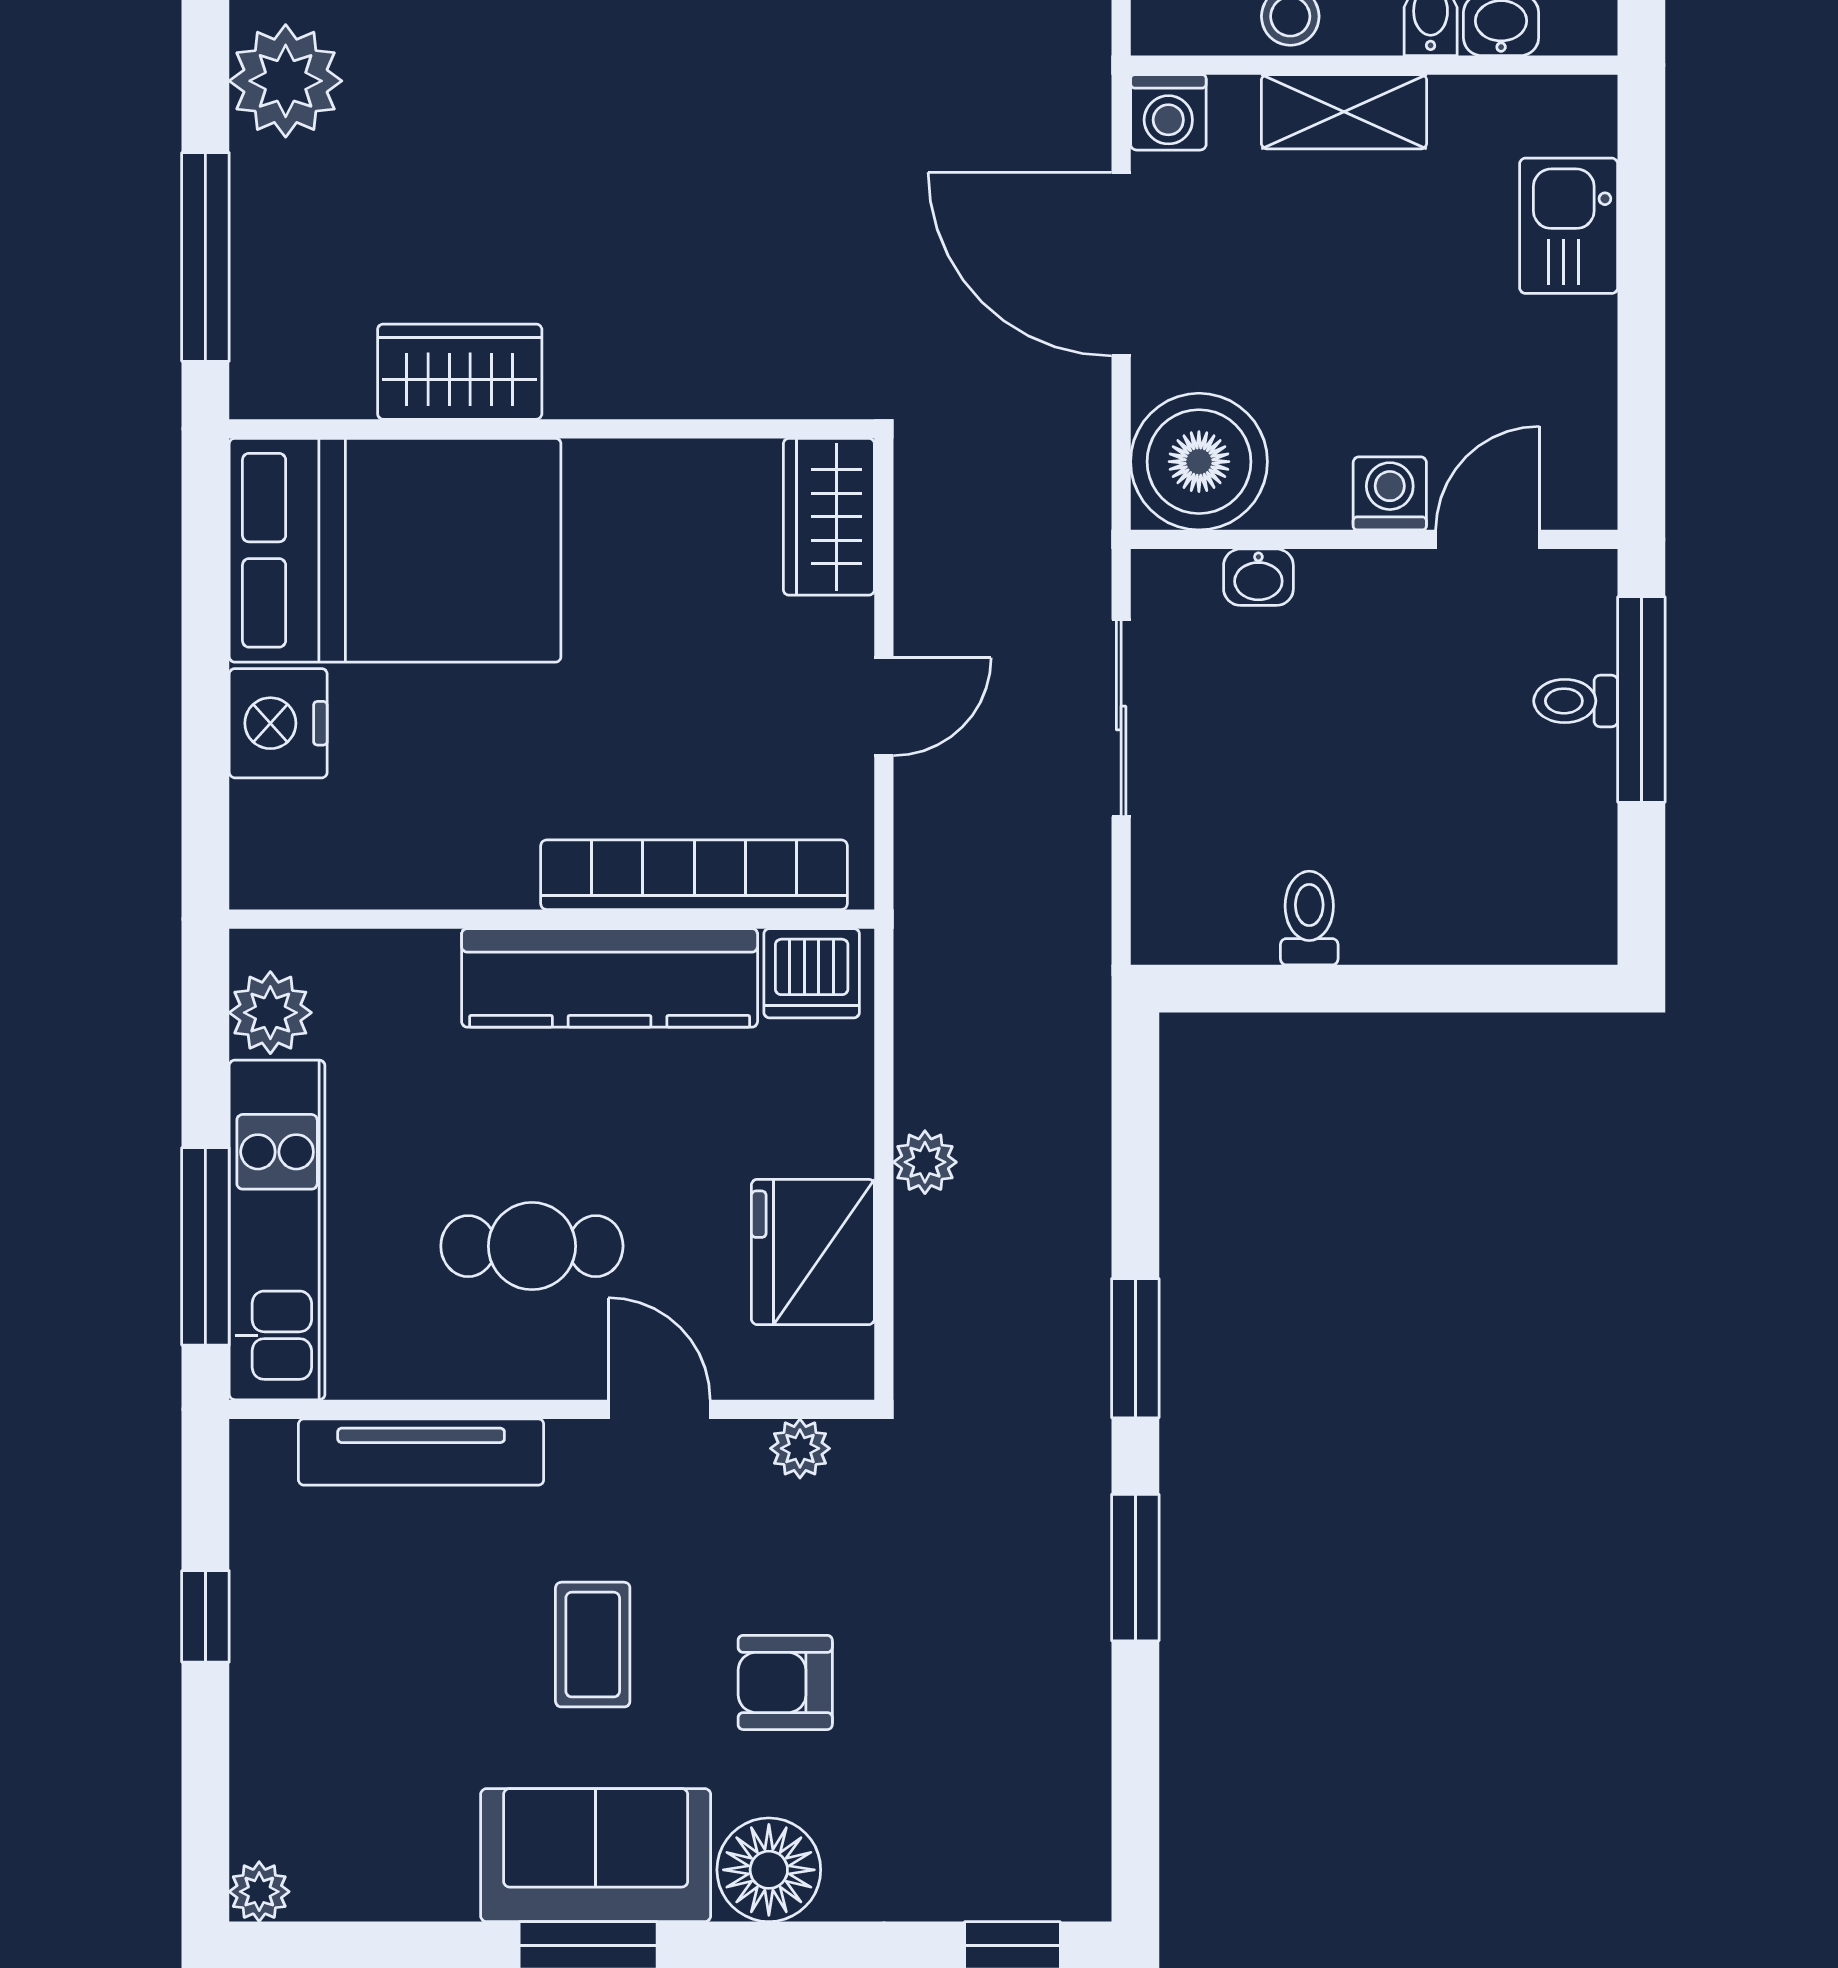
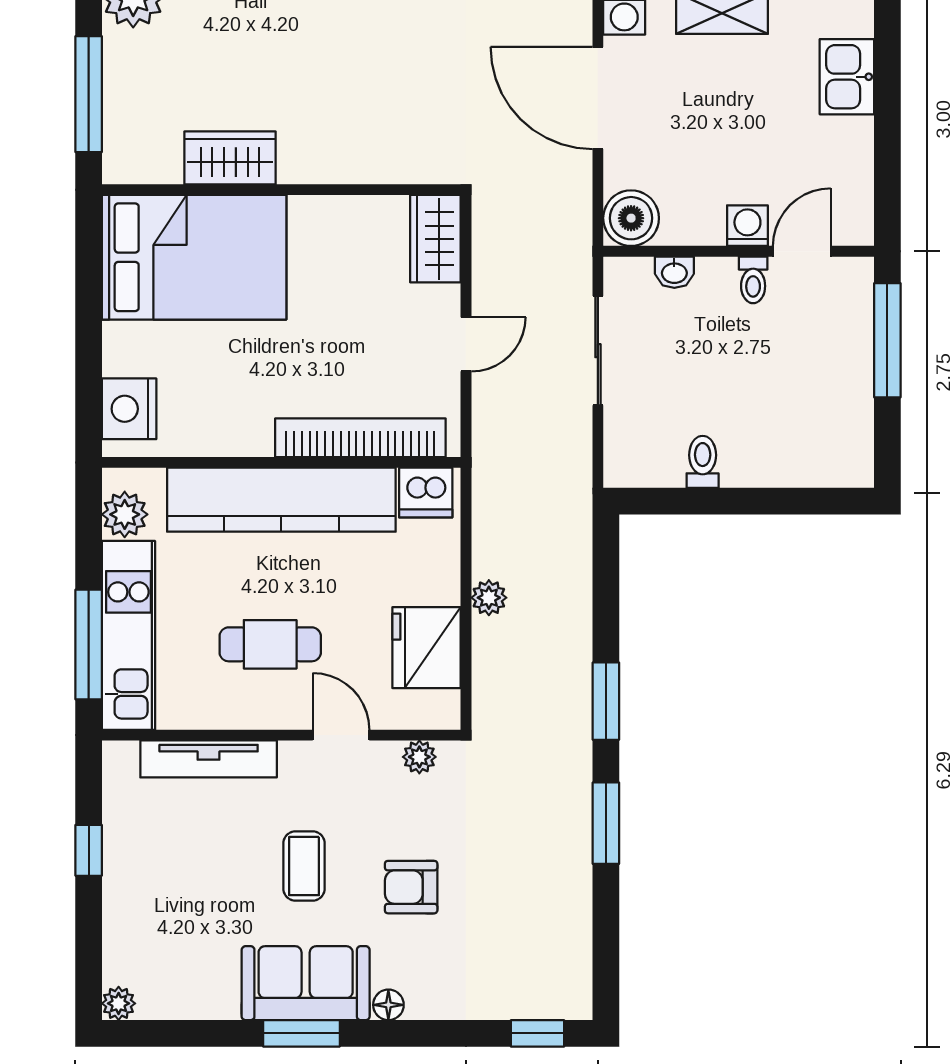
boiler: (1199, 462) -> (631, 218), width x0.73, depth x0.73
toilet: (1576, 701) -> (753, 280), moved, turned -90
nightstand: (278, 723) -> (129, 409), moved
kitchen counter: (610, 978) -> (281, 500), width x1.39, depth x1.17
floor lamp: (769, 1870) -> (388, 1005), width x0.53, depth x0.53

